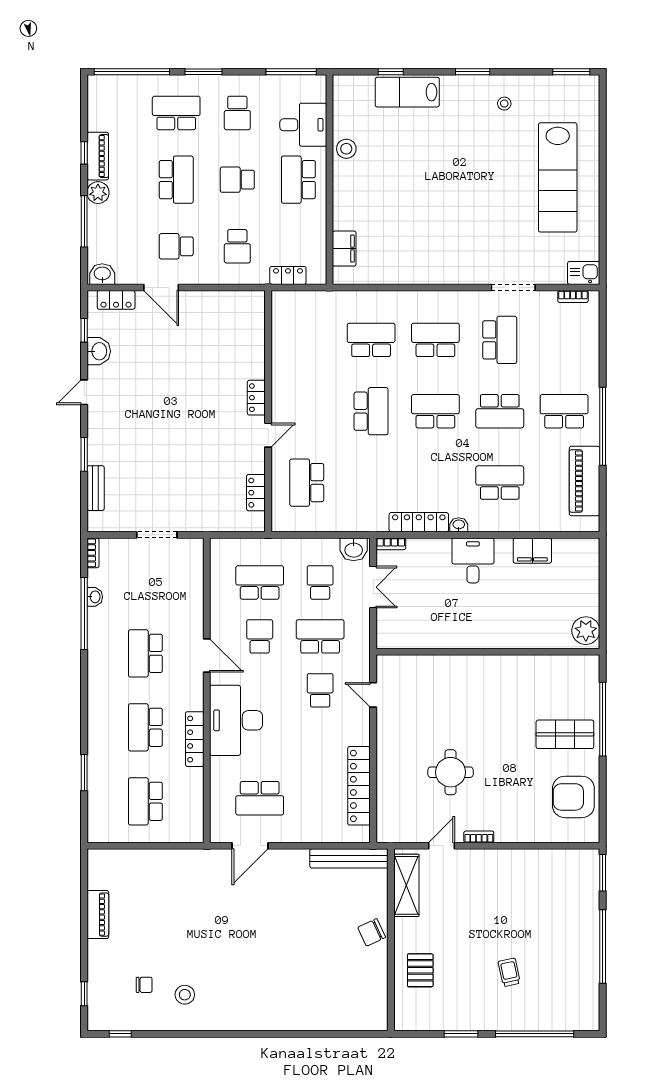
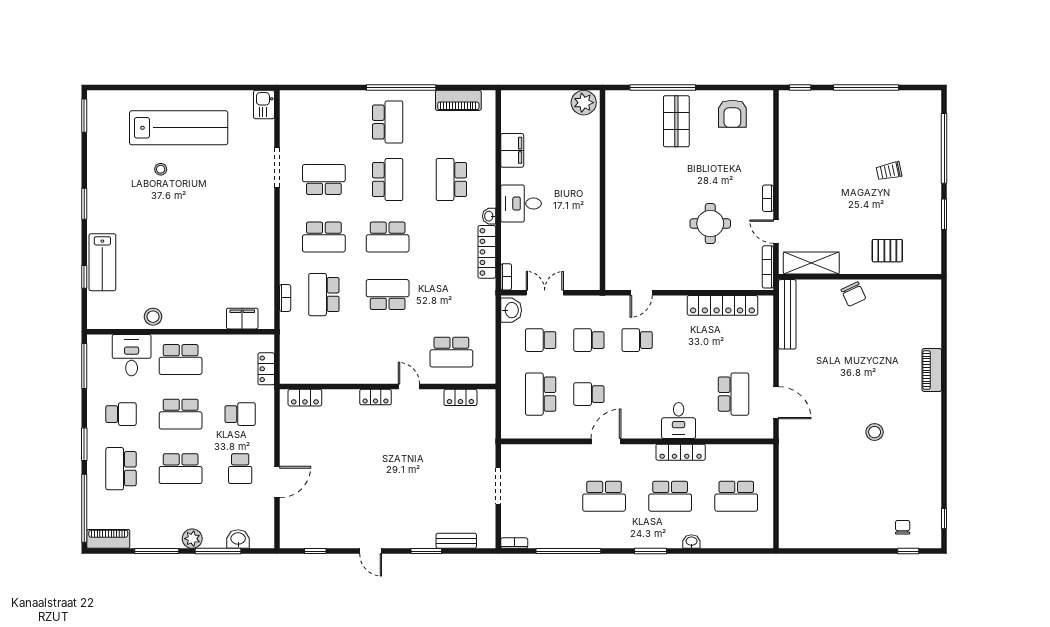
stool: (504, 104) -> (161, 169), moved
window: (84, 153) -> (157, 551), width x2.17
piano: (98, 156) -> (108, 539), moved
school desk: (176, 180) -> (181, 469), turned 180
school desk: (237, 180) -> (181, 414), width x1.85
washbasin: (102, 274) -> (238, 539), moved, turned 90
bookcase: (573, 297) -> (285, 298), moved
locker: (116, 300) -> (305, 398), moved, turned 90
school desk: (435, 340) -> (324, 237), turned -90
washbasin: (99, 351) -> (334, 538), removed
school desk: (435, 411) -> (388, 237), turned -90
school desk: (564, 411) -> (388, 122), turned 180
piano: (585, 481) -> (458, 100), width x0.73, depth x0.75
washbasin: (95, 597) -> (691, 542), moved
school desk: (320, 636) -> (589, 340), width x0.54
desk: (236, 720) -> (679, 421), width x0.53, depth x0.77
window: (84, 773) -> (651, 551), moved
armchair: (573, 797) -> (732, 114), width x0.73, depth x0.73
bookcase: (402, 837) -> (768, 267), added
window: (603, 873) -> (800, 88), width x0.67
piano: (98, 915) -> (932, 370), moved, turned -90
chair: (144, 985) -> (903, 527), moved
stool: (185, 995) -> (875, 432), moved

